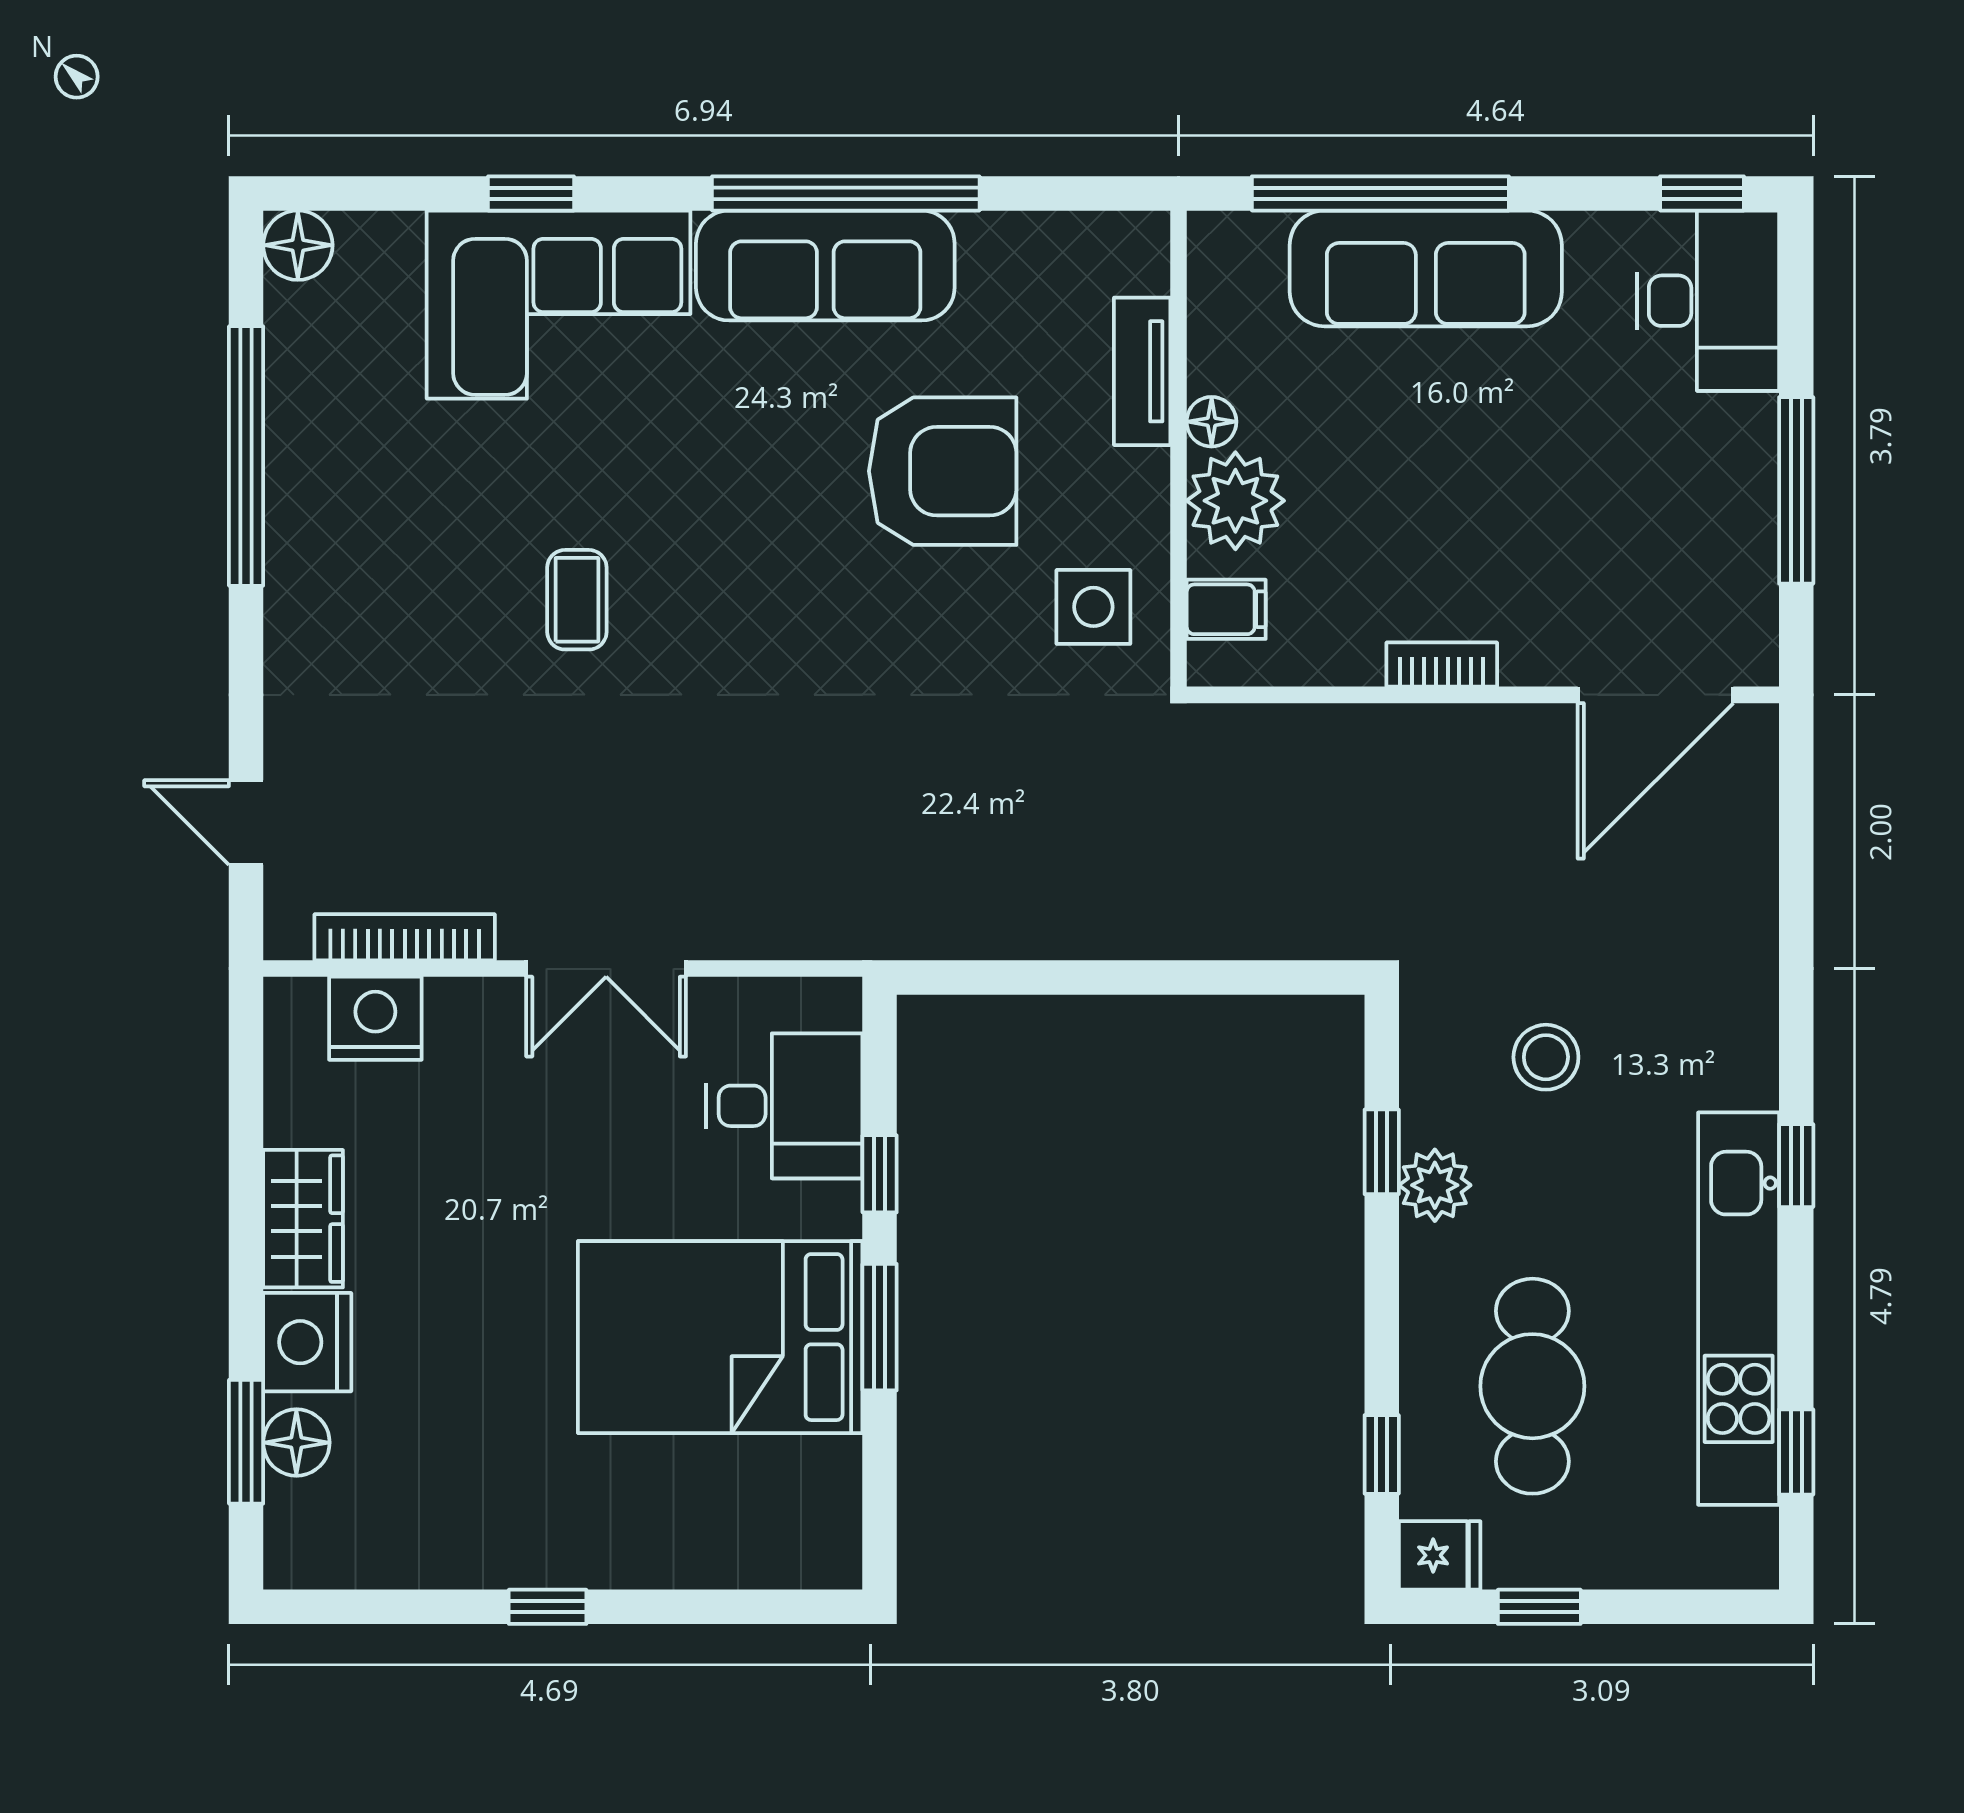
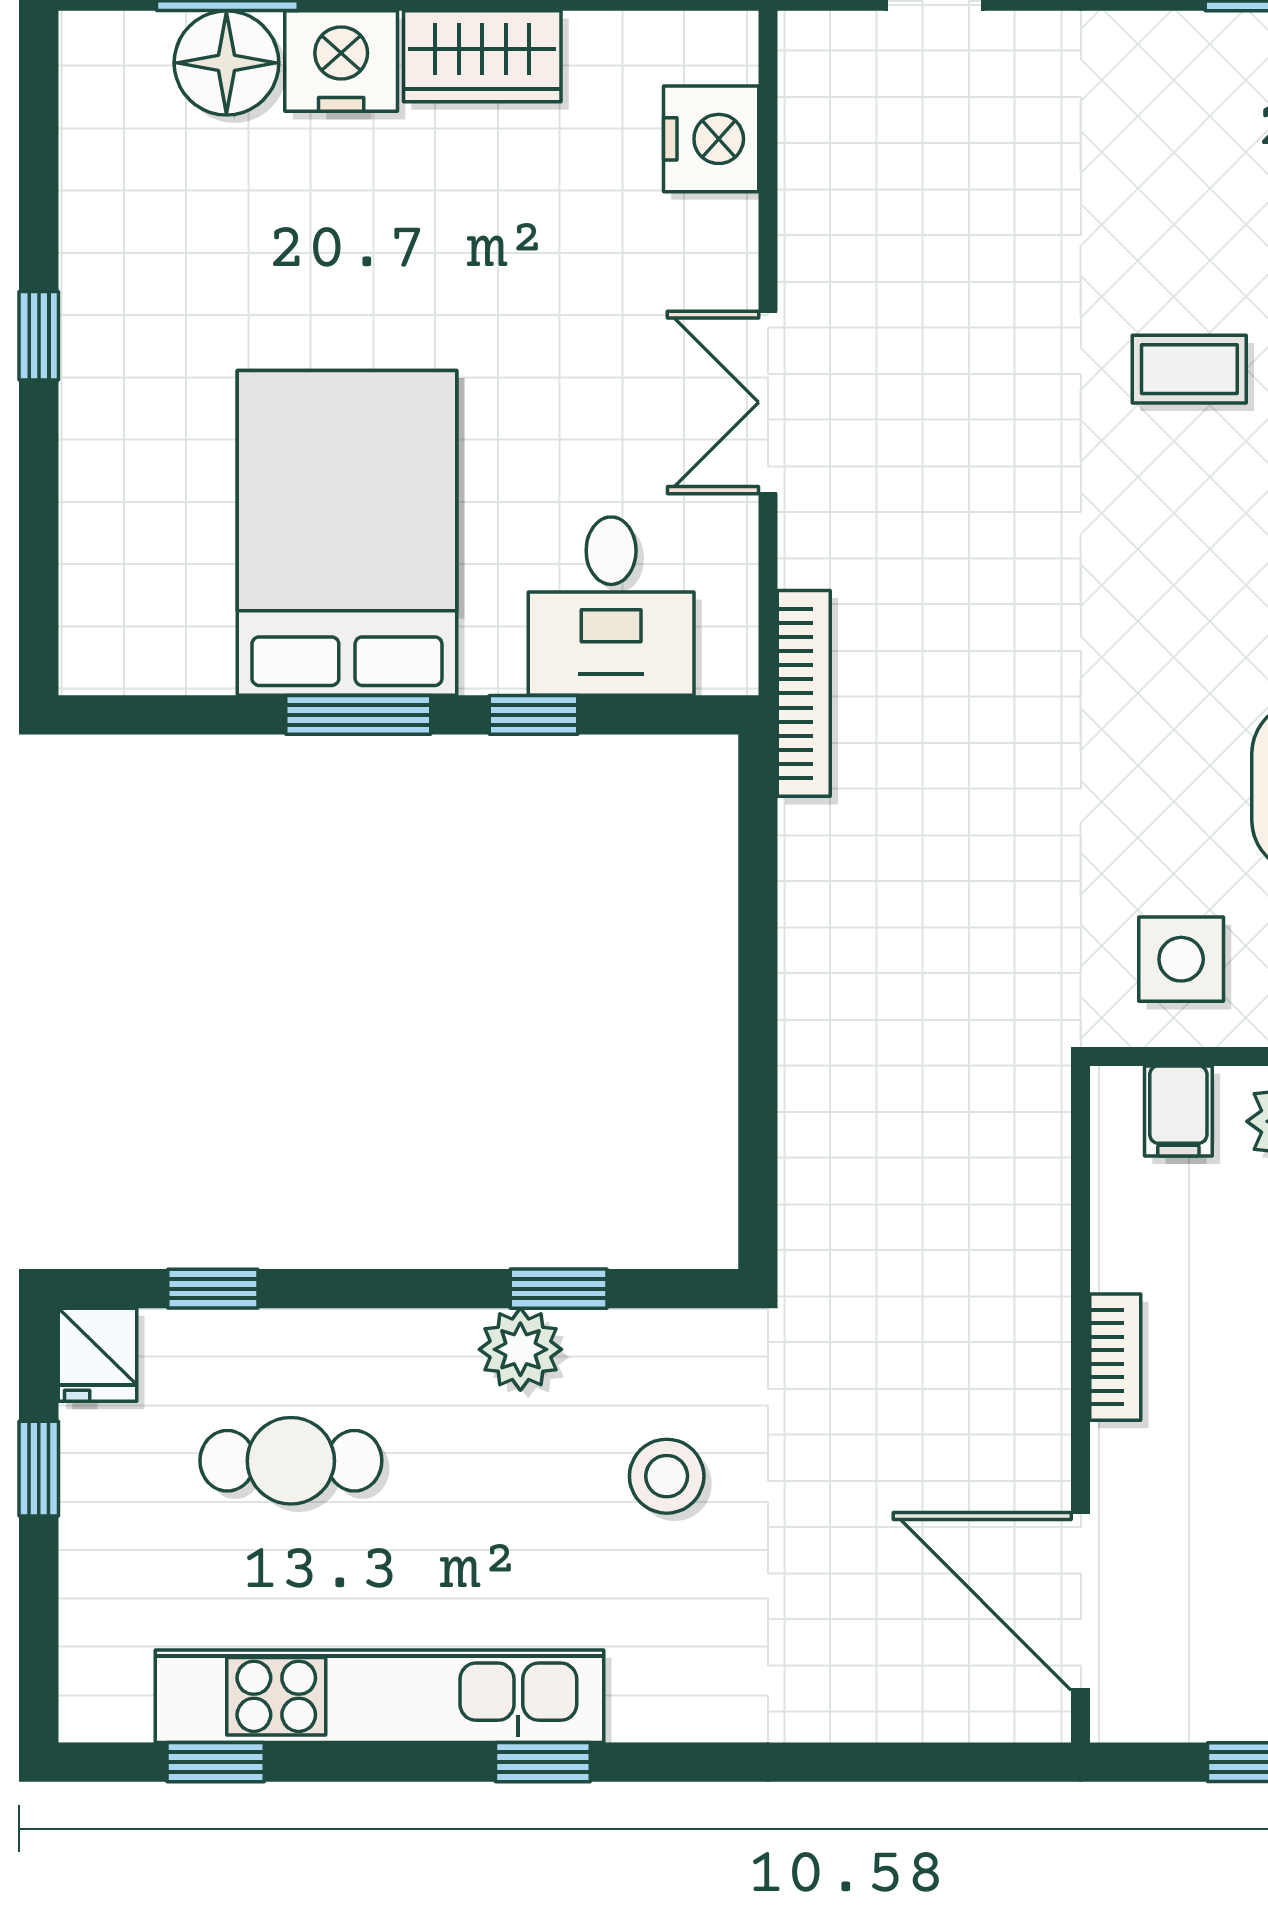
bookcase: (405, 937) -> (804, 693), moved
cafe table: (1532, 1386) -> (291, 1461), width x0.73, depth x0.74
floor lamp: (296, 1443) -> (226, 63), width x1.38, depth x1.38

